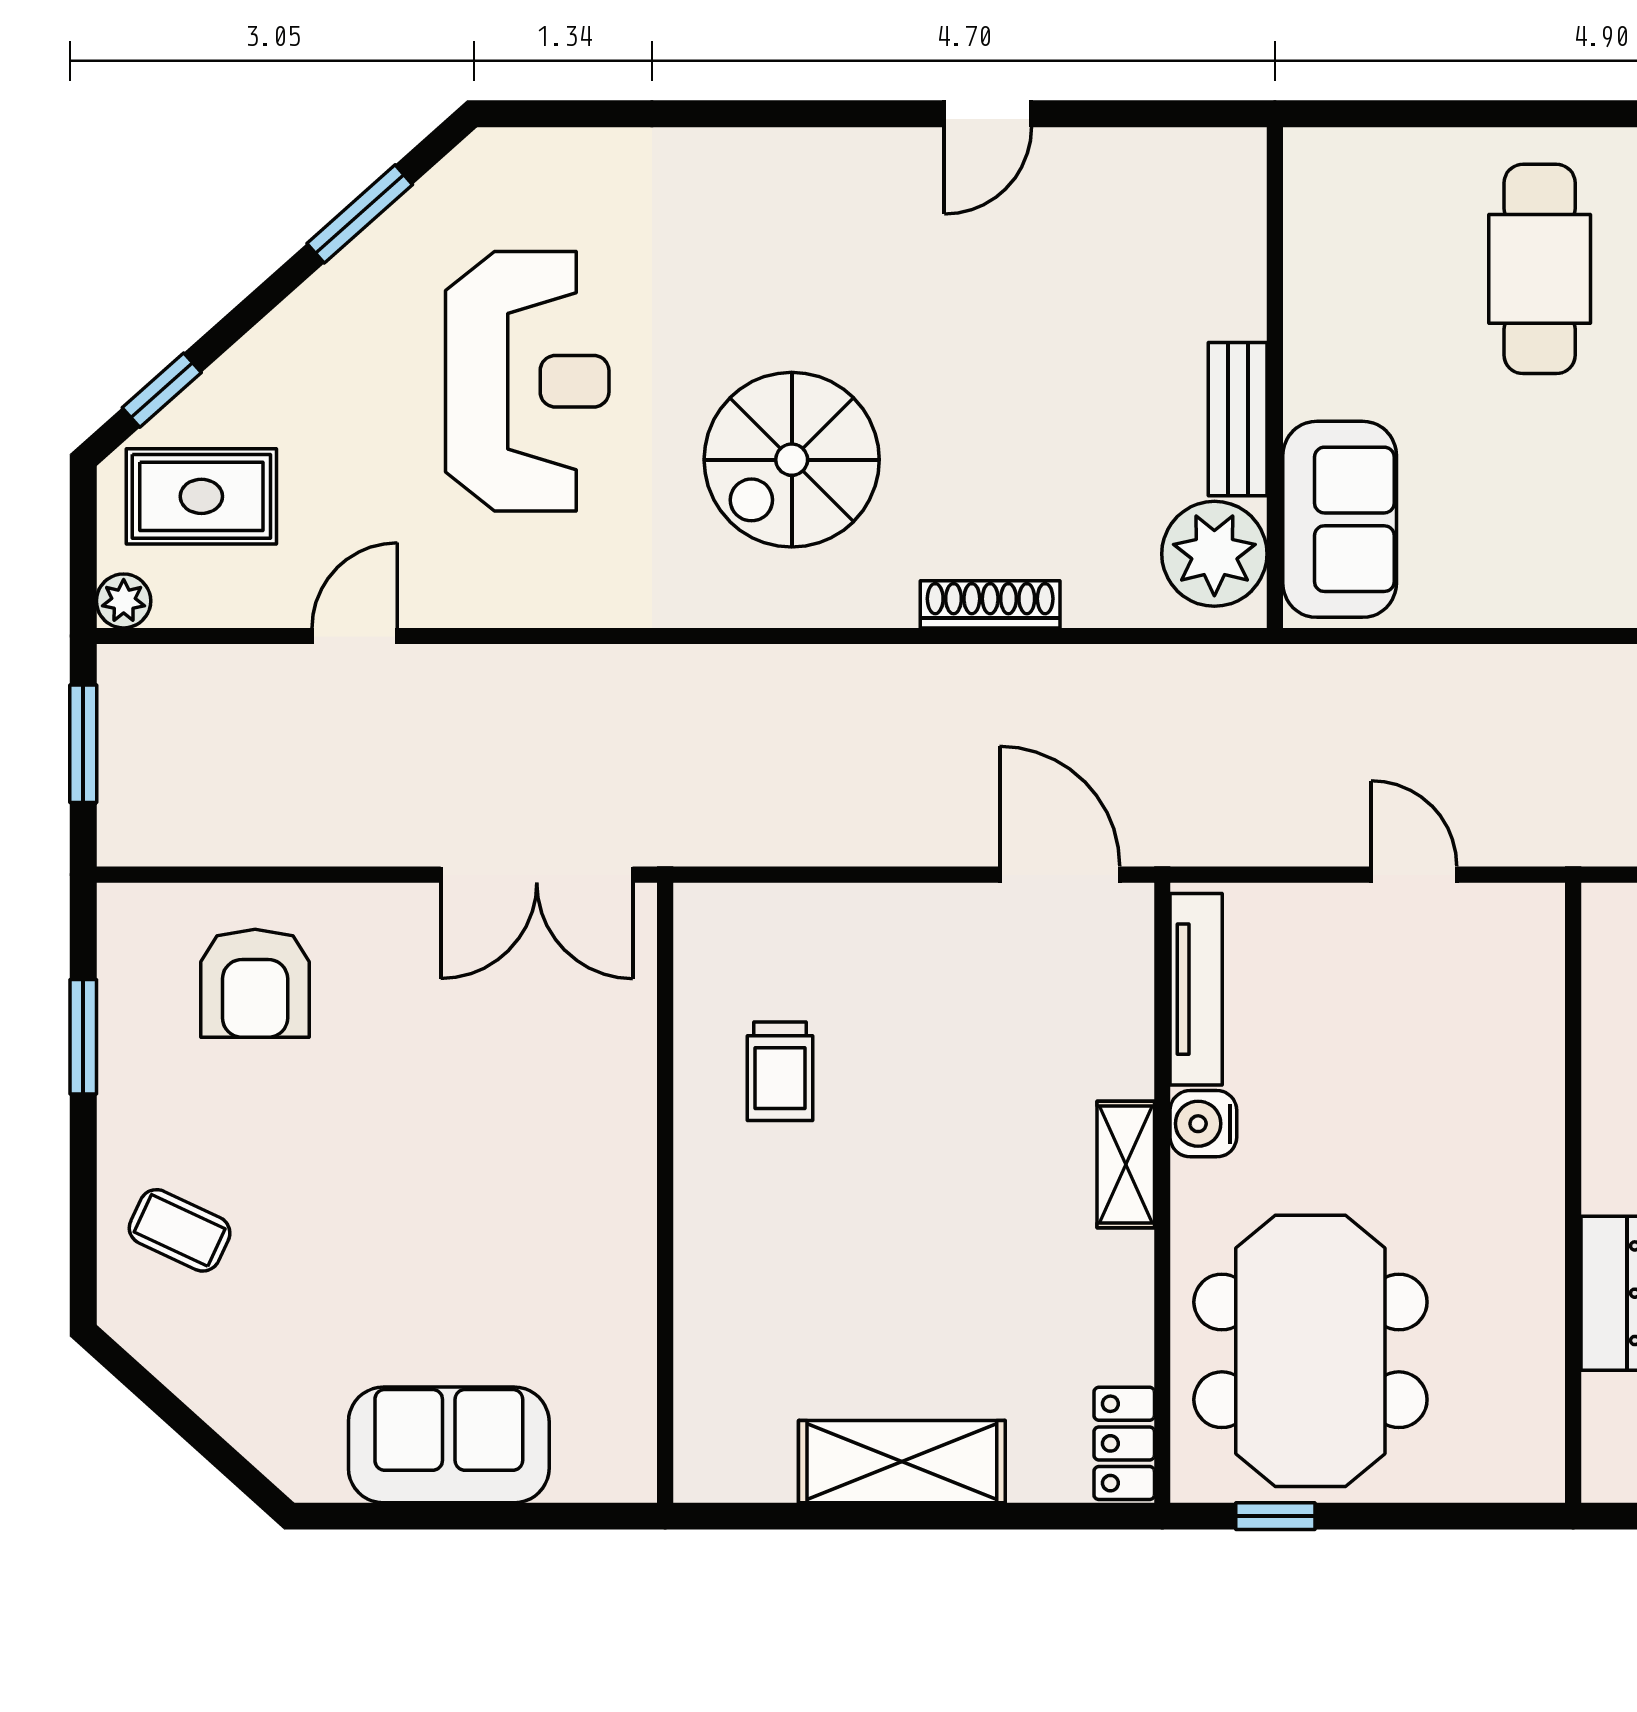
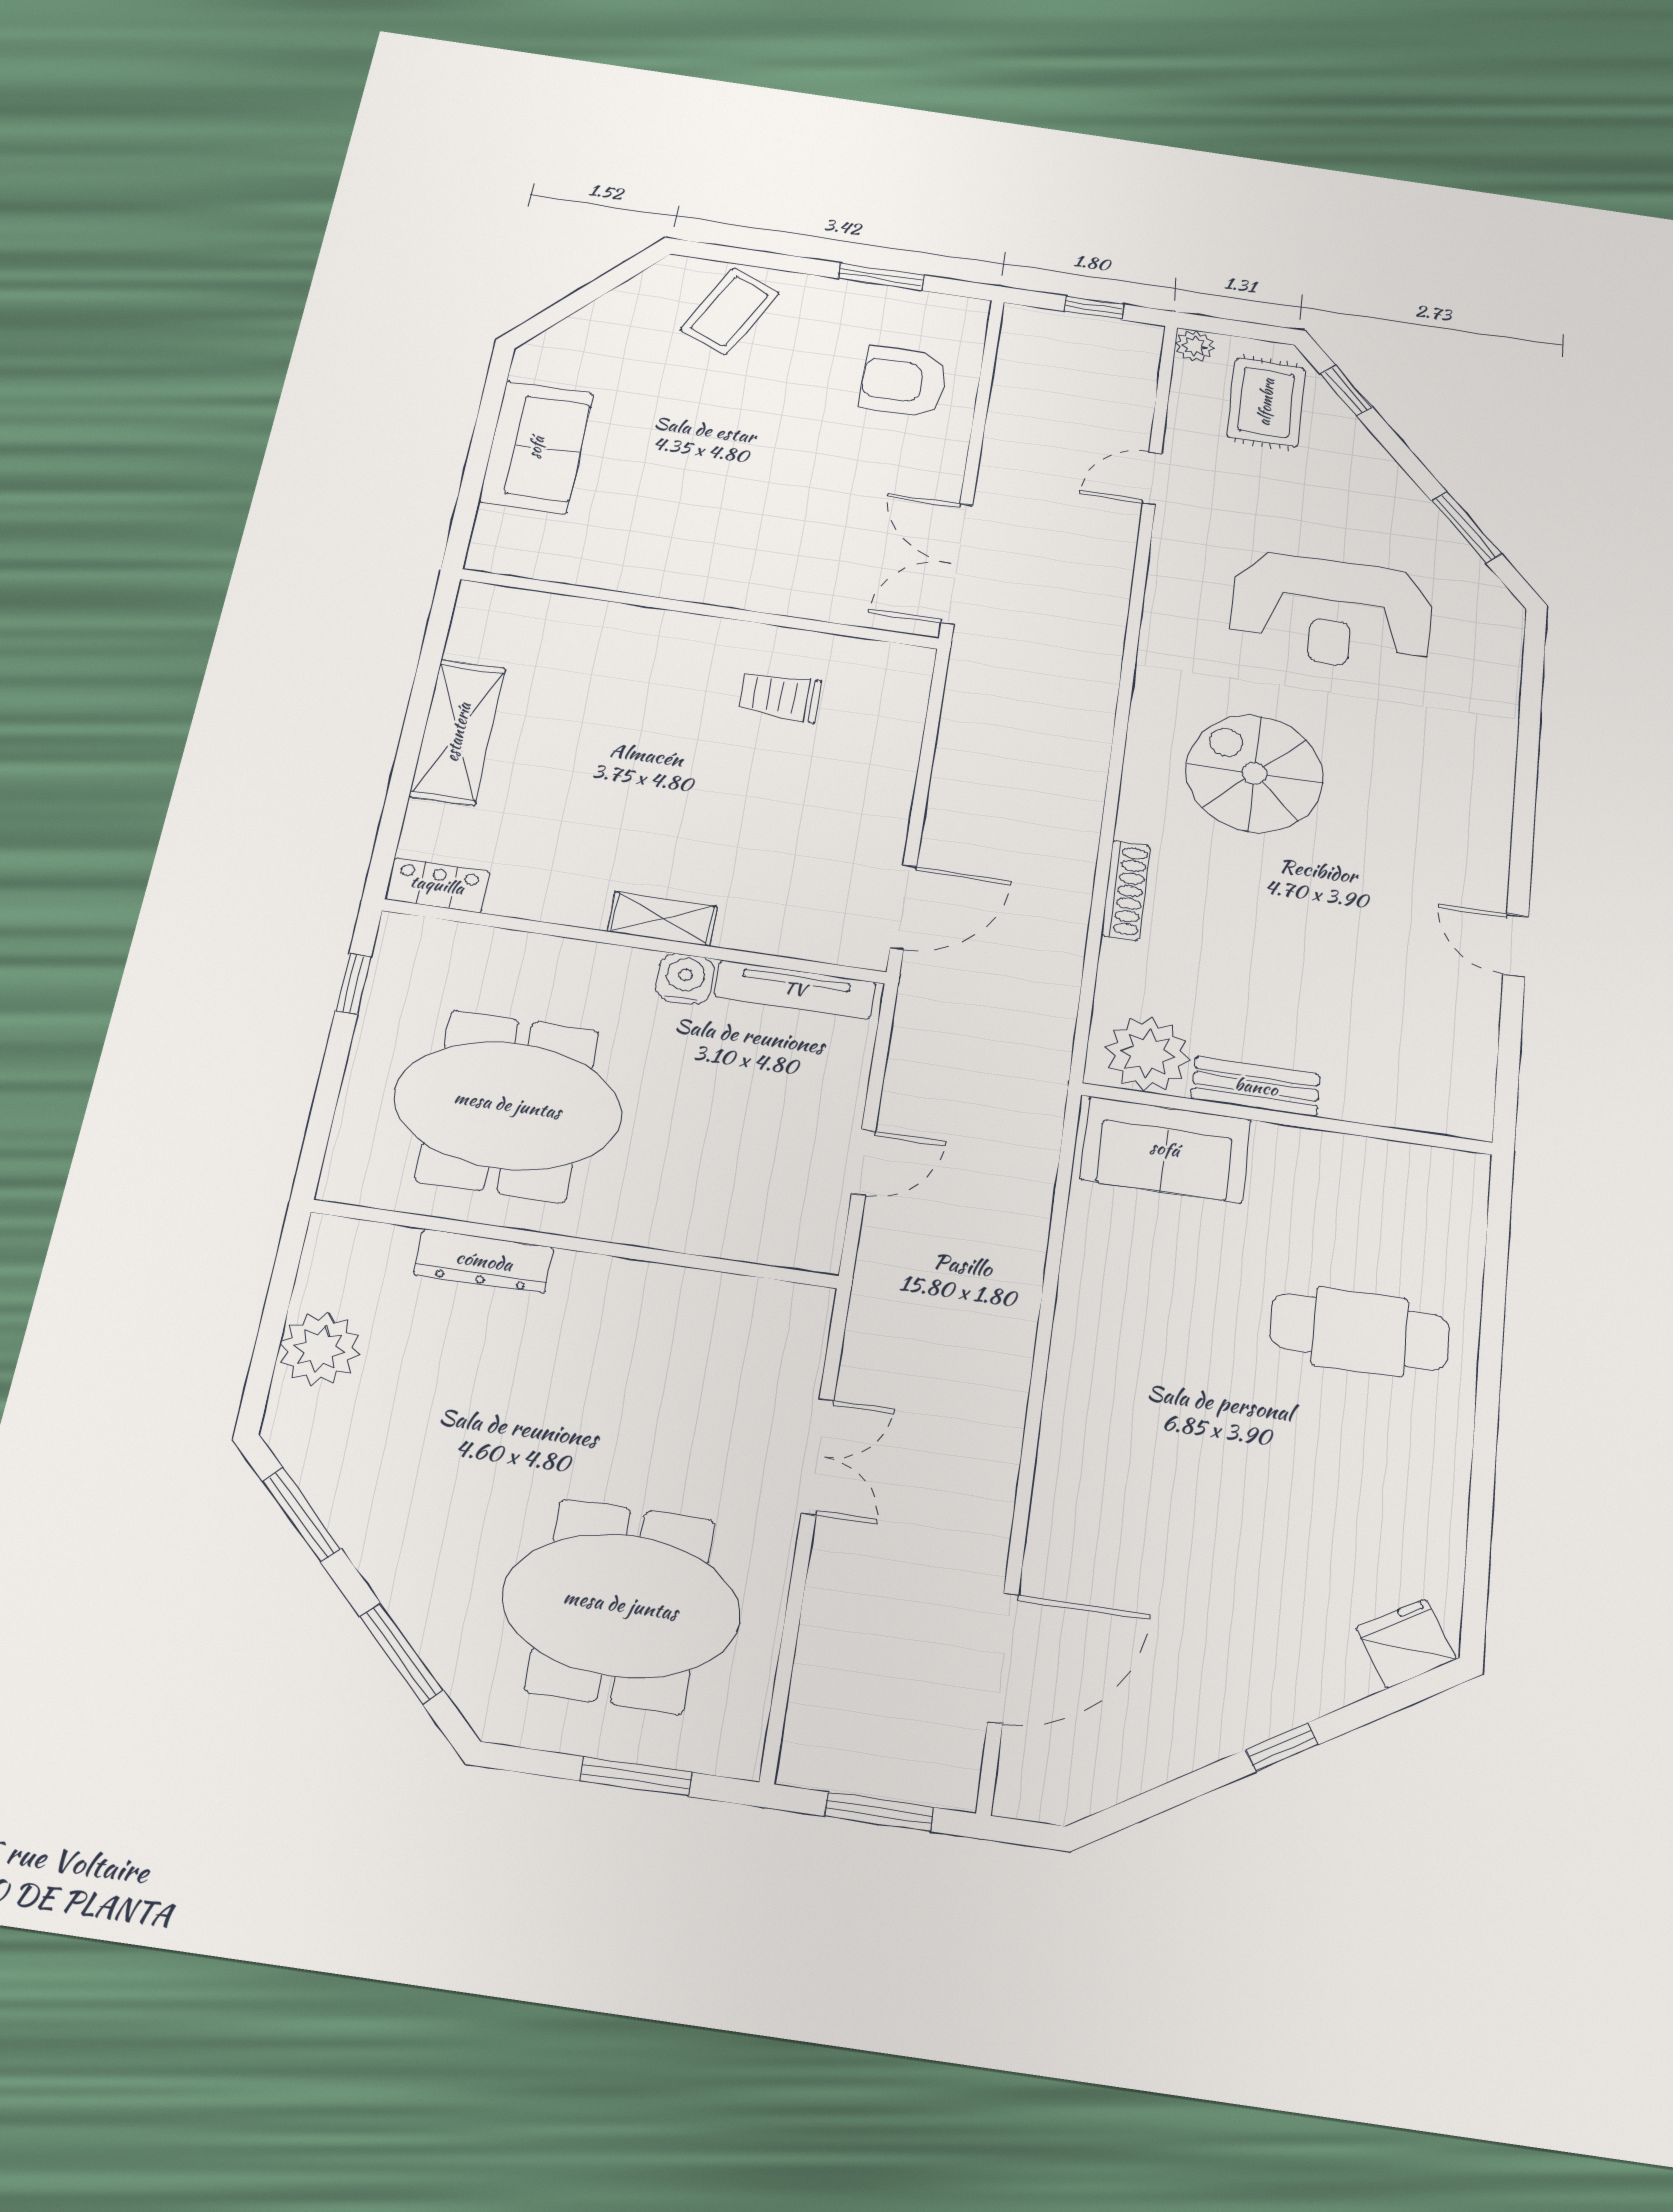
door: (355, 636) -> (1152, 478), swing flipped
window: (83, 744) -> (1094, 308), width x0.67
coffee table: (180, 1230) -> (730, 311), width x1.36, depth x1.30
meeting table: (1310, 1351) -> (508, 1105), moved

